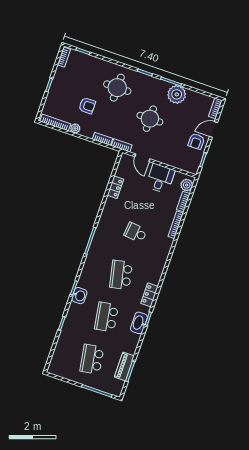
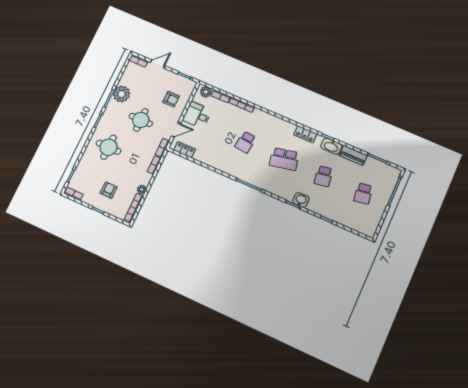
armchair: (87, 106) -> (109, 190), moved
door: (213, 129) -> (157, 64), swing flipped
armchair: (196, 141) -> (171, 99), moved
locker: (115, 187) -> (184, 150), moved
school desk: (106, 317) -> (323, 176), width x0.54
school desk: (92, 359) -> (363, 194), width x0.54
piano: (124, 366) -> (353, 155), moved

